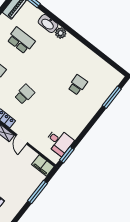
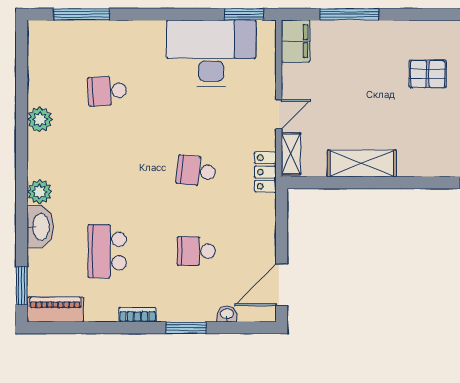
plant: (86, 53) -> (40, 119), added
desk: (59, 142) -> (211, 53), width x1.87, depth x1.30

